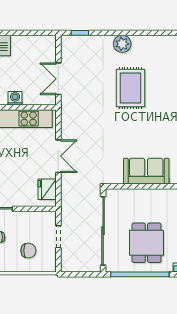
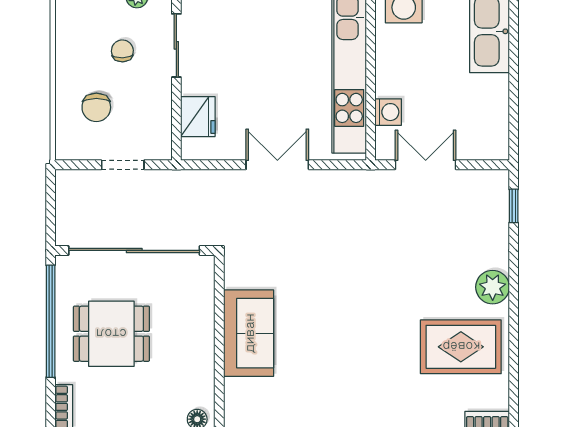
rug: (130, 88) -> (461, 347), moved
washing machine: (15, 98) -> (388, 112), moved
double door: (58, 156) -> (277, 165), swing flipped
fridge: (47, 189) -> (198, 117), moved, turned 90

